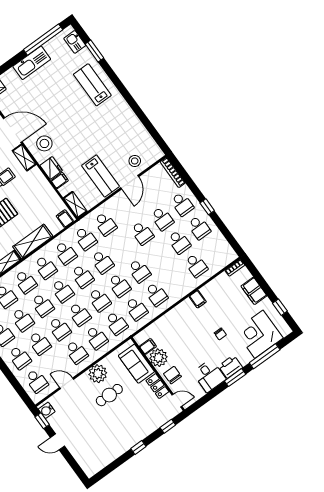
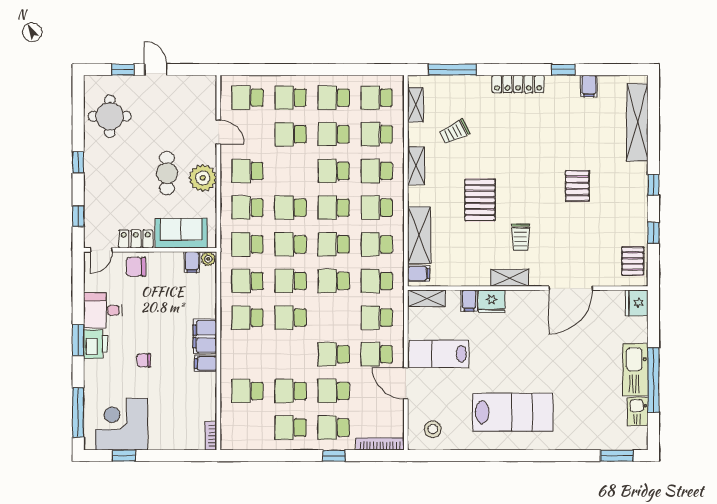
window: (43, 40) -> (653, 380), moved
kitchen sink: (75, 42) -> (638, 411), moved, turned -90
window: (94, 51) -> (617, 456), moved
lab bench: (92, 85) -> (513, 412), moved, width x1.36, depth x1.39
stool: (44, 143) -> (527, 314), removed
shelving: (24, 158) -> (510, 278), moved
stool: (135, 161) -> (433, 429), moved
window: (207, 207) -> (334, 456), moved
shelving: (33, 241) -> (419, 235), moved
filing cabinet: (254, 291) -> (205, 336), moved, turned -90
school desk: (59, 329) -> (377, 354), moved
corner desk: (259, 334) -> (121, 424), moved, turned -90
window: (265, 356) -> (78, 412), moved
plant: (158, 358) -> (208, 259), moved, width x0.53, depth x0.53
chair: (172, 375) -> (136, 267), turned 180
door: (67, 383) -> (218, 132), hinge flipped
water cooler: (47, 410) -> (203, 84), removed
window: (42, 421) -> (123, 70), moved
door: (57, 442) -> (156, 70), hinge flipped
round table: (101, 449) -> (110, 116), added

